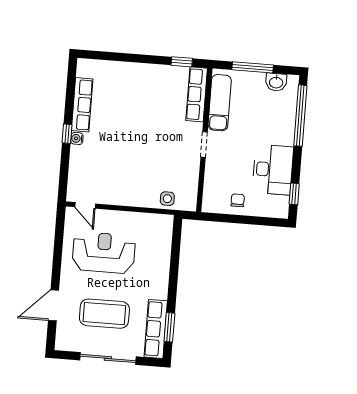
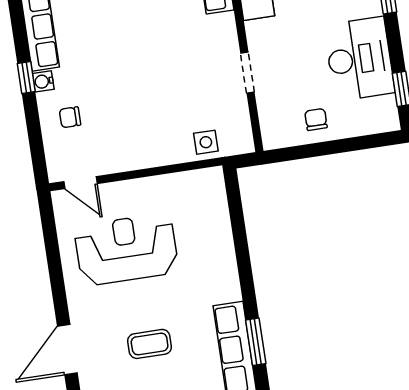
doorway: (204, 144) -> (247, 72), moved
chair: (88, 164) -> (70, 117), added
coffee table: (104, 314) -> (150, 344), width x0.54, depth x0.58

